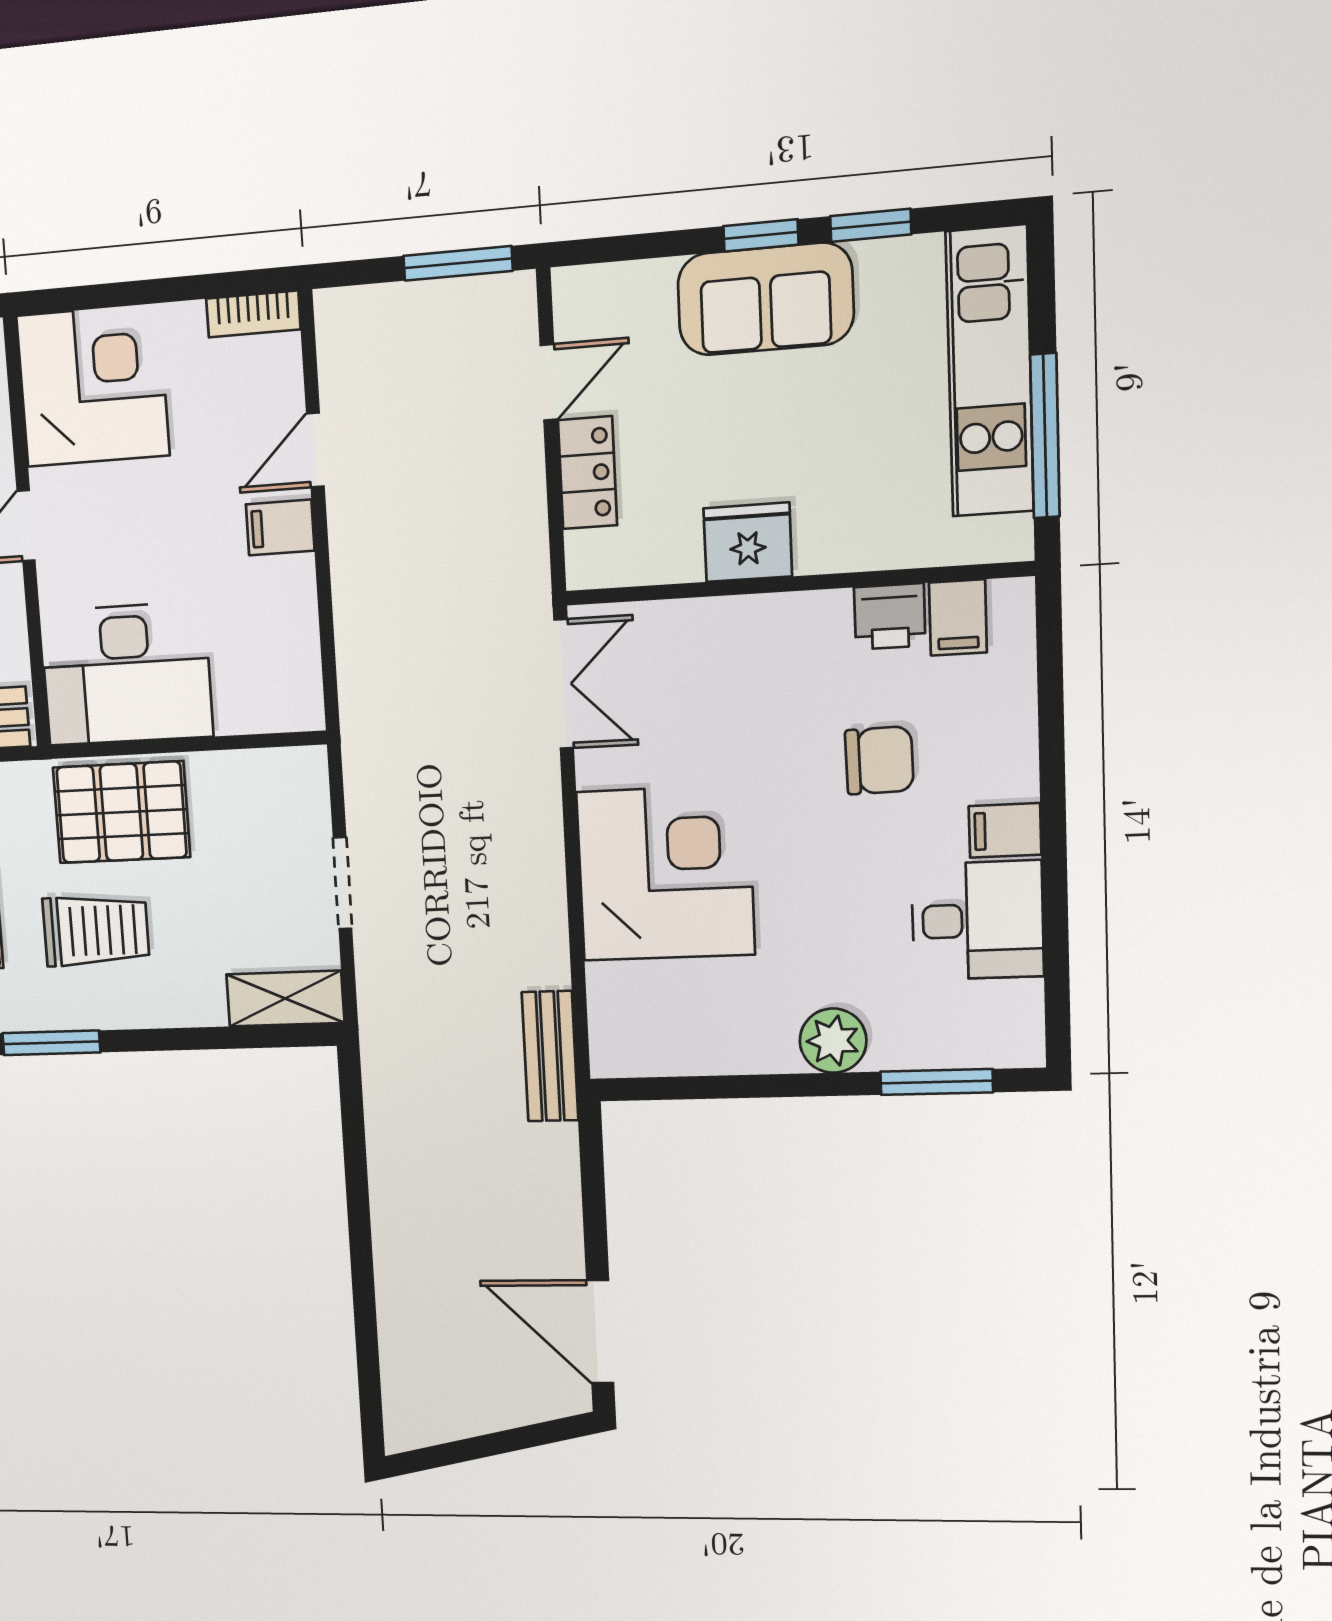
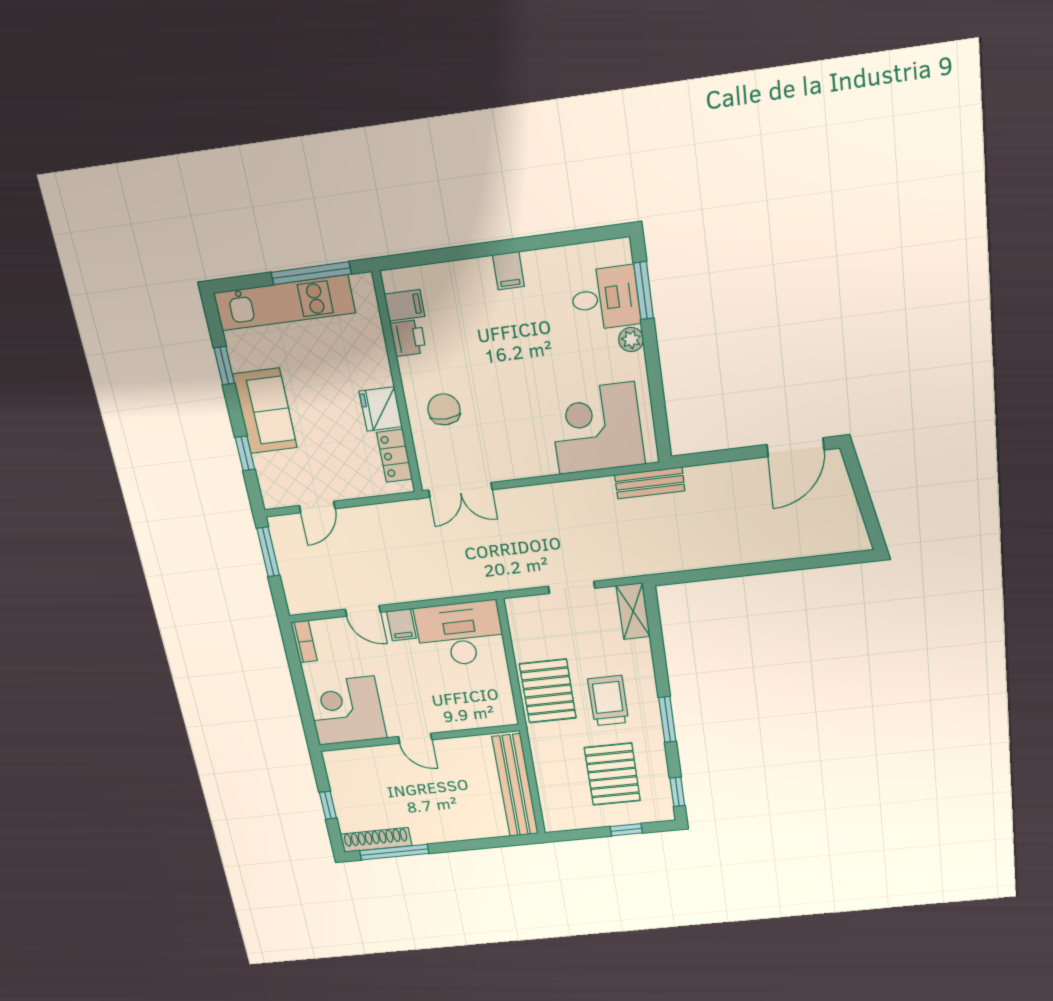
window: (761, 235) -> (245, 453), moved
door: (549, 382) -> (317, 507), swing flipped
locker: (588, 473) -> (395, 456), moved, turned -90
desk: (126, 674) -> (460, 634), moved, turned -90
double door: (564, 684) -> (460, 490), swing flipped
chair: (879, 760) -> (444, 409), moved
corner desk: (665, 873) -> (597, 428), moved
desk: (977, 920) -> (605, 298), moved, turned 90
plant: (833, 1041) -> (631, 340), width x0.73, depth x0.73

